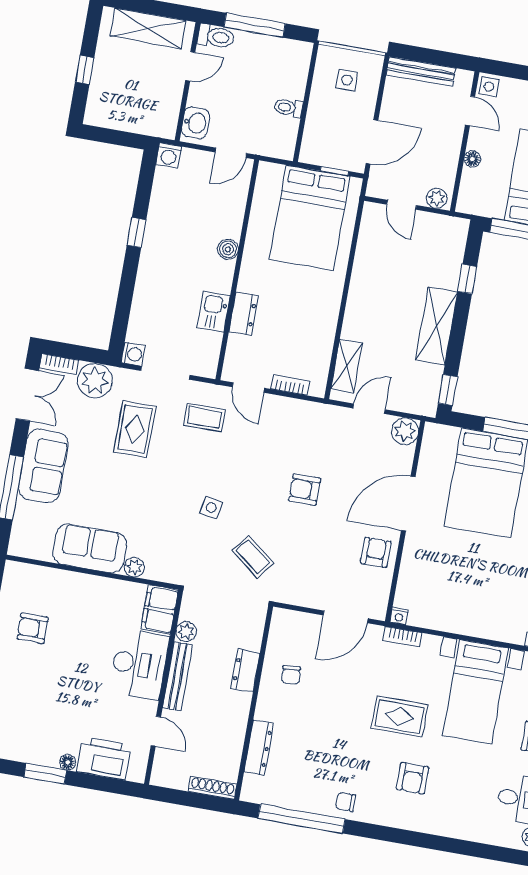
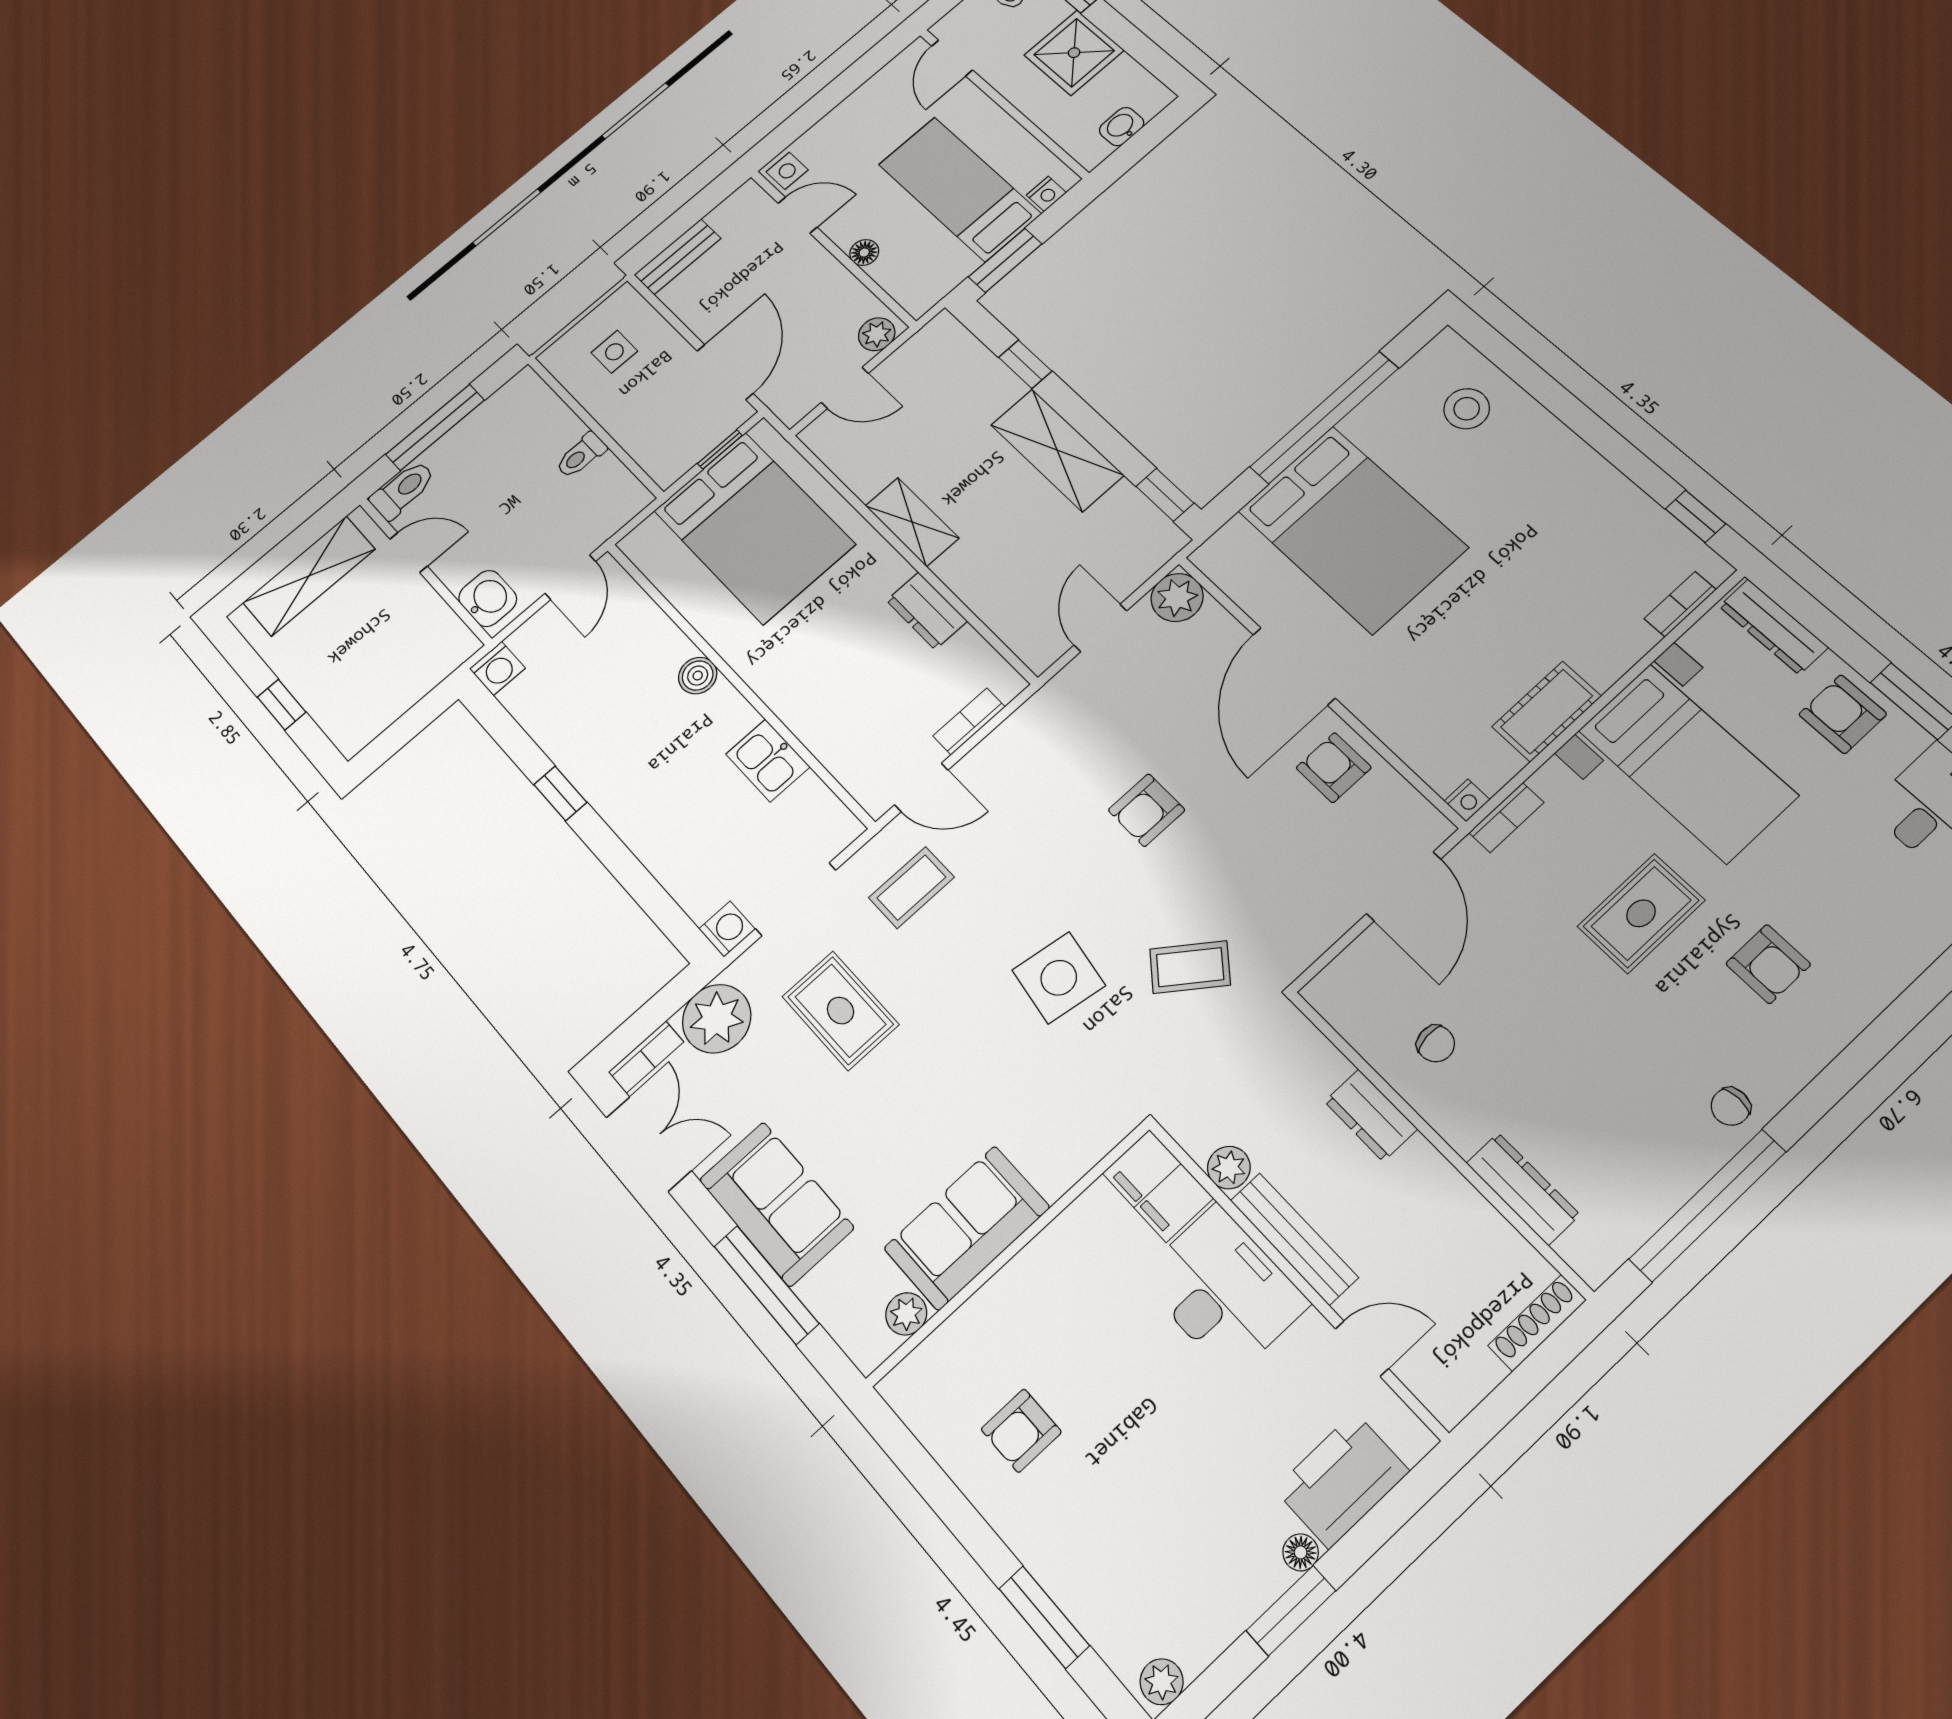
door: (190, 66) -> (409, 553), hinge flipped
bench: (421, 71) -> (677, 257), width x0.73
dresser: (243, 314) -> (927, 611), moved, turned 180
shelving: (347, 366) -> (912, 522), moved
side table: (211, 508) -> (1059, 978), width x1.87, depth x1.87
plant: (134, 567) -> (906, 1314), moved
cot: (459, 621) -> (1547, 711), added

